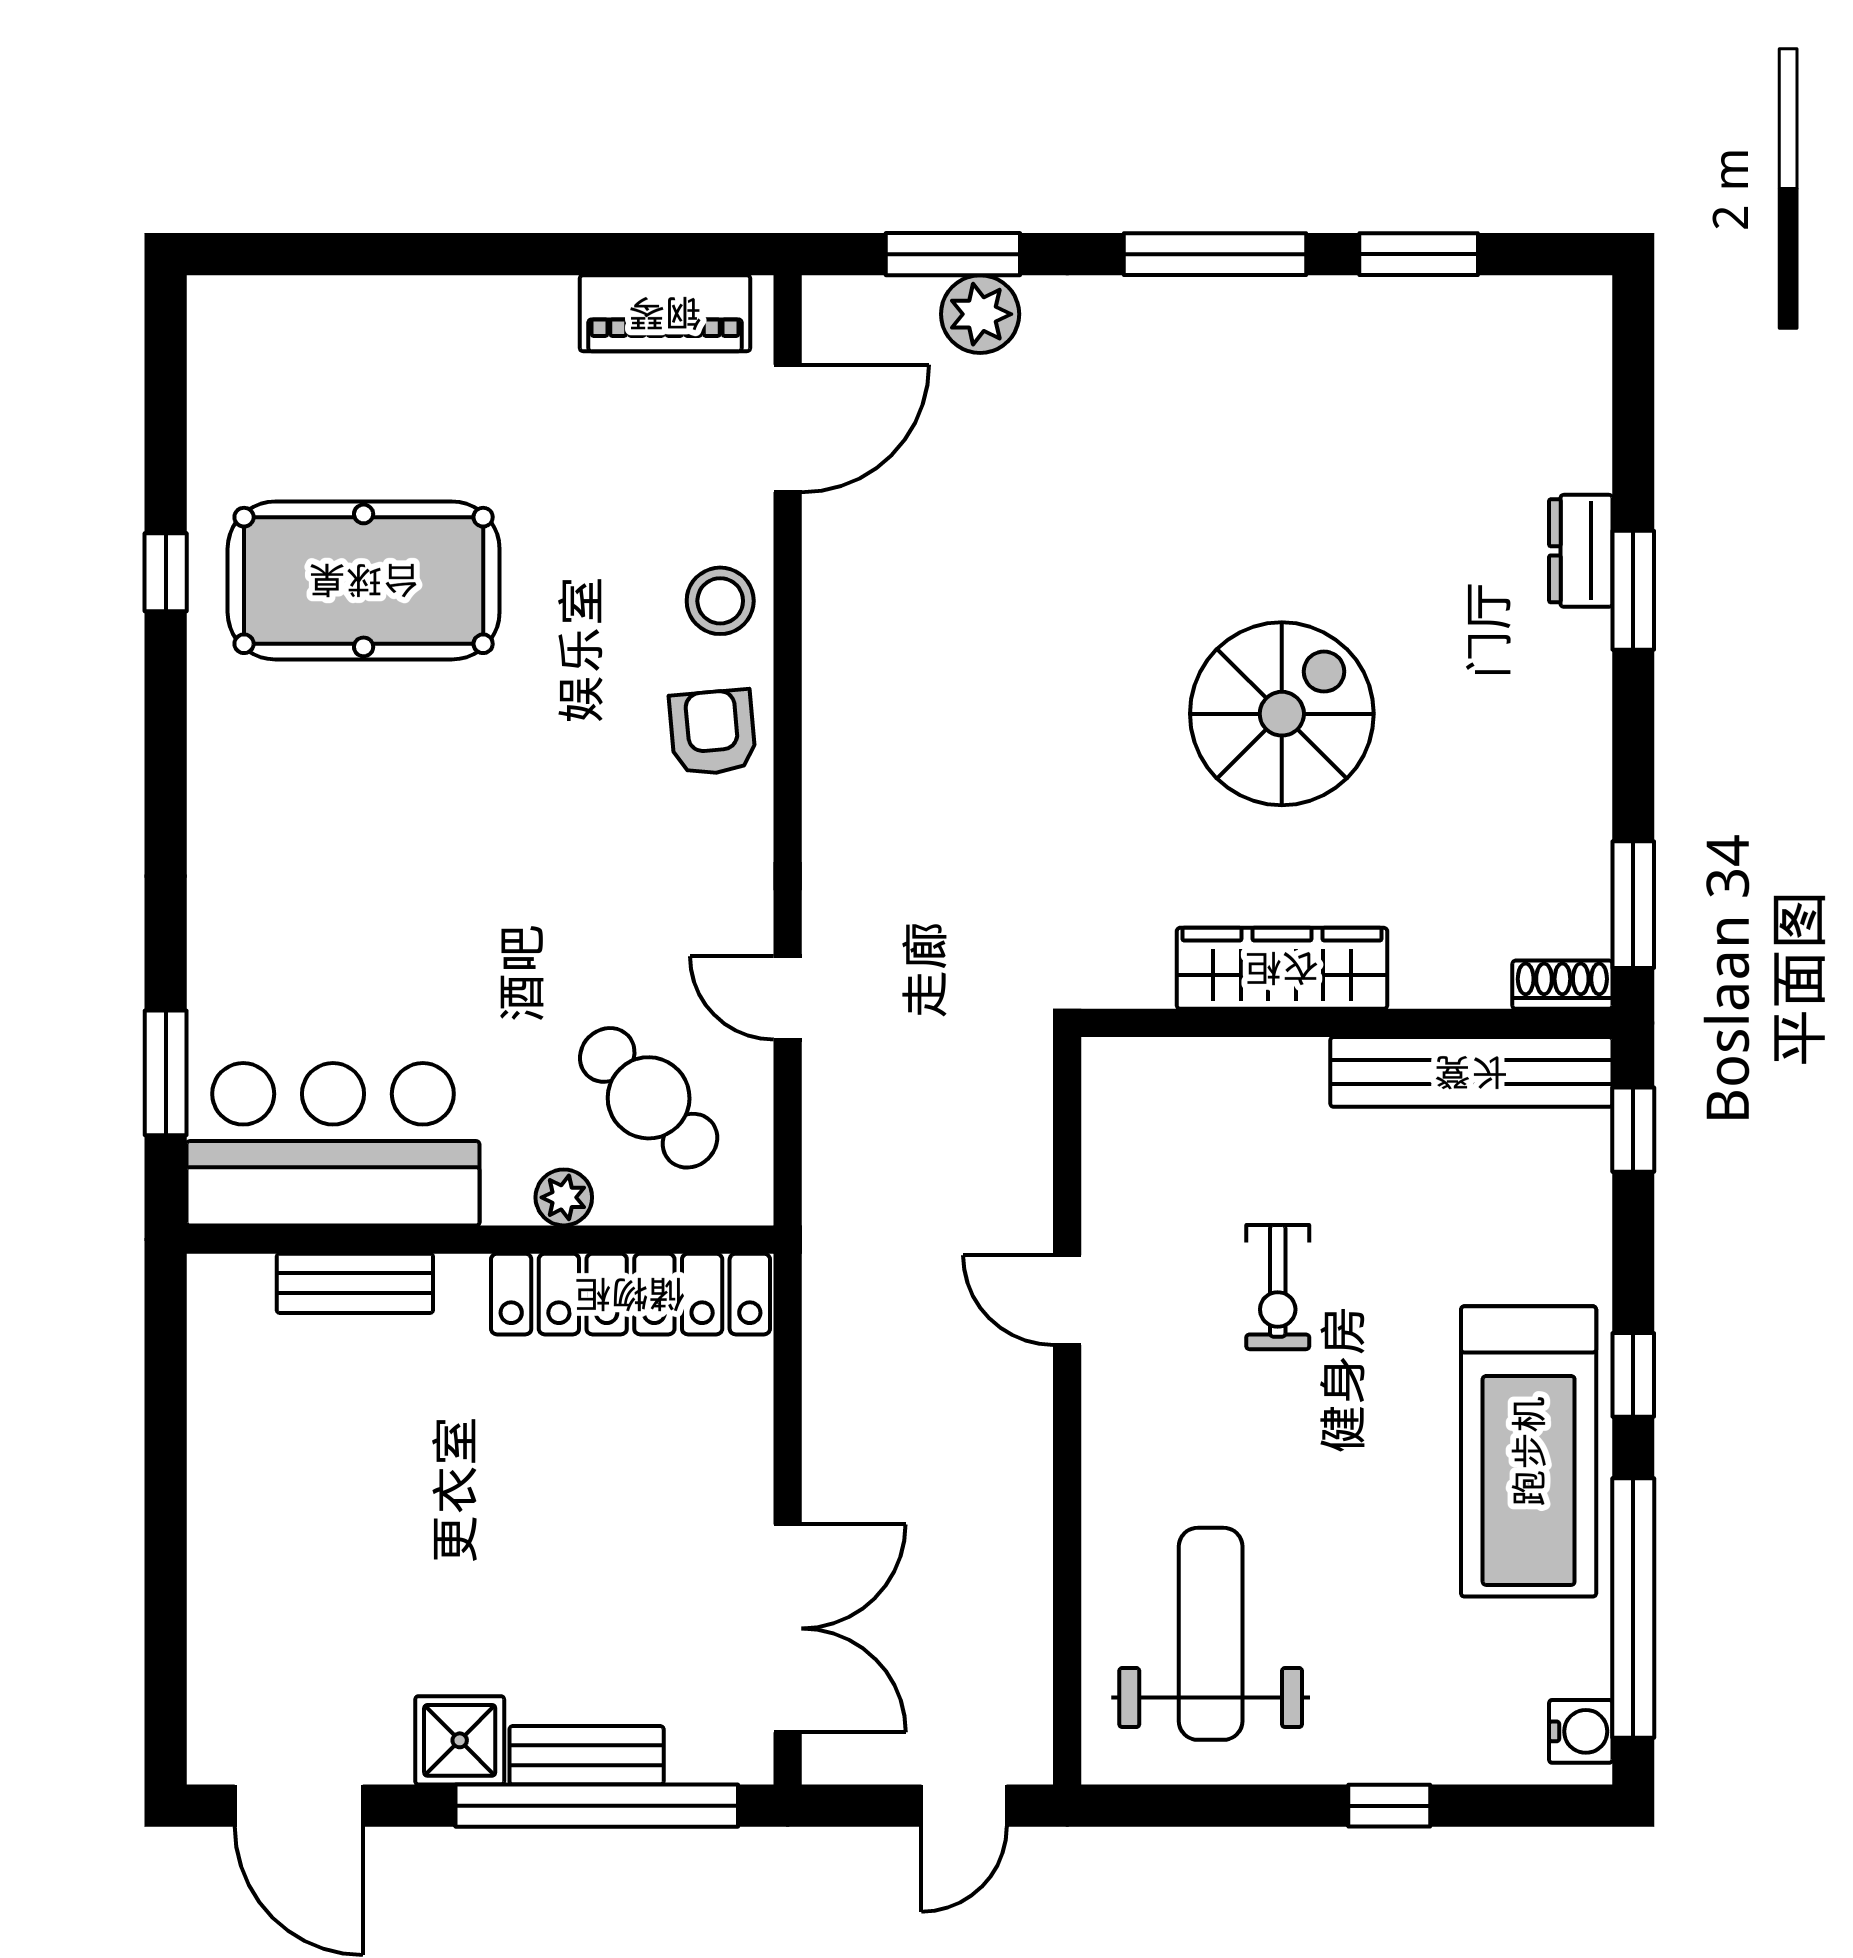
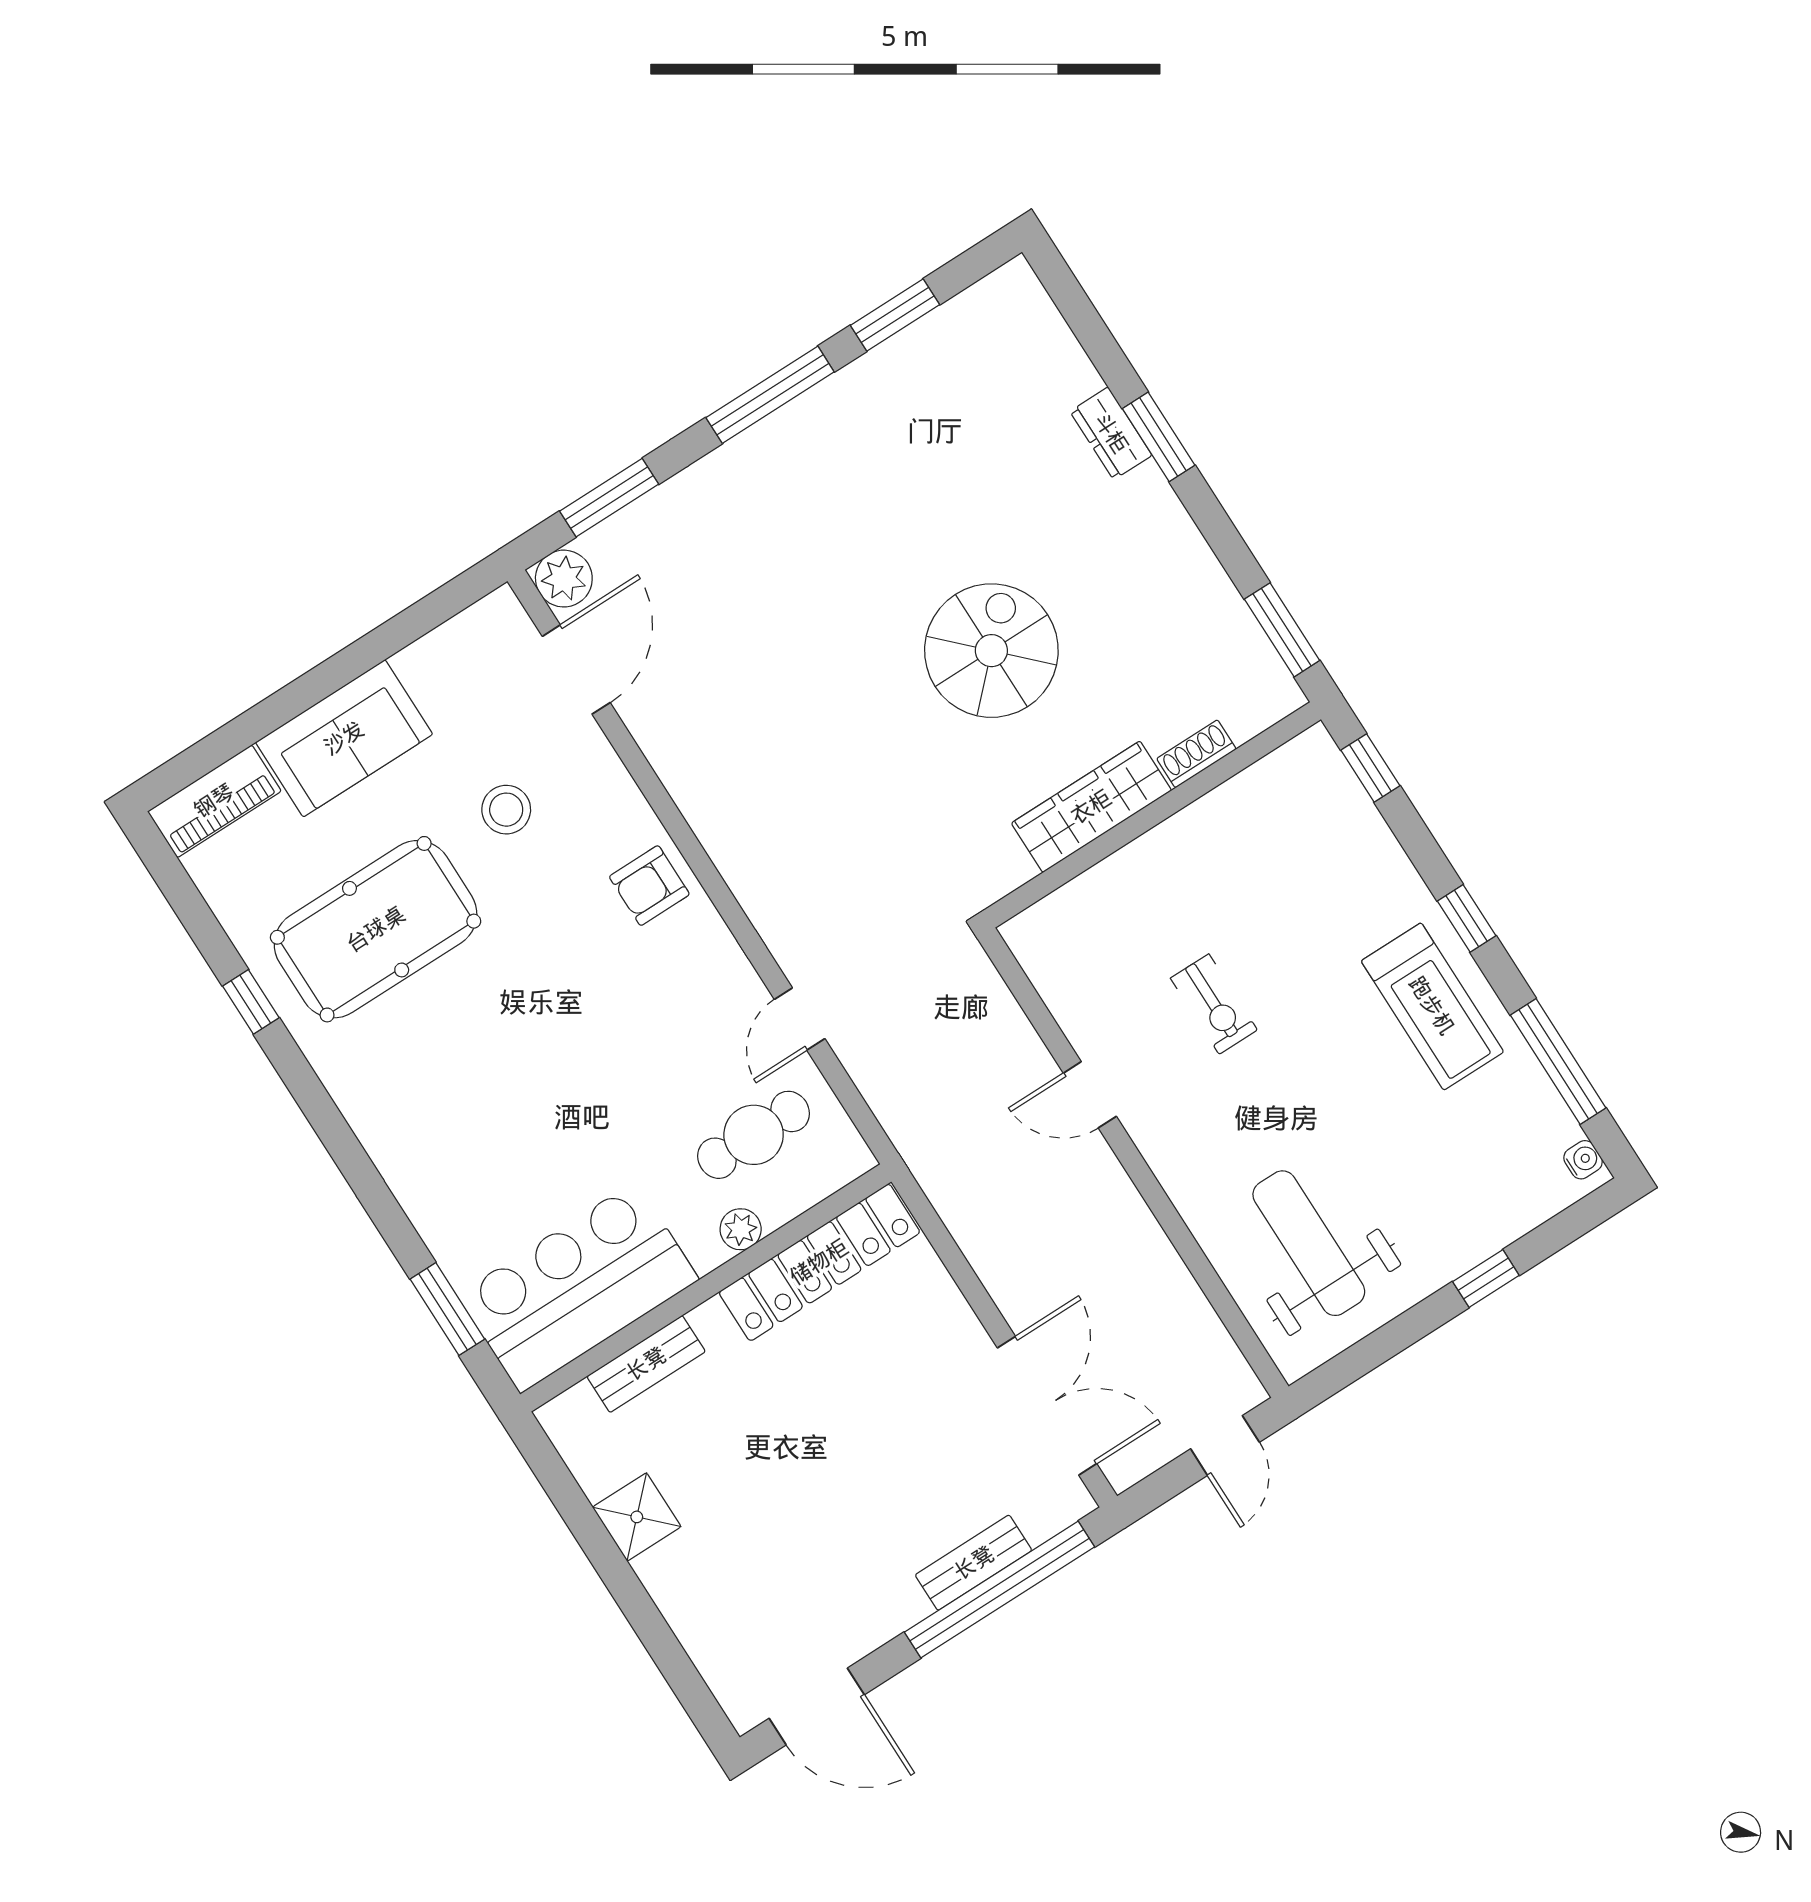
piano: (665, 313) -> (214, 801), moved
plant: (980, 314) -> (564, 579), moved
sofa: (468, 336) -> (344, 738), added
stool: (720, 601) -> (506, 810), moved
armchair: (712, 732) -> (649, 886), turned -85
shoe rack: (1562, 985) -> (1196, 754), moved
door: (788, 998) -> (800, 1019), hinge flipped
bench: (1471, 1072) -> (1248, 796), removed
cafe table: (649, 1098) -> (754, 1135), turned -46
treadmill: (1529, 1451) -> (1432, 1006), width x0.73, depth x0.73
window: (1633, 1608) -> (1558, 1061), width x0.68
water cooler: (1581, 1731) -> (1583, 1160), width x0.72, depth x0.72
shower: (460, 1740) -> (637, 1517), moved

